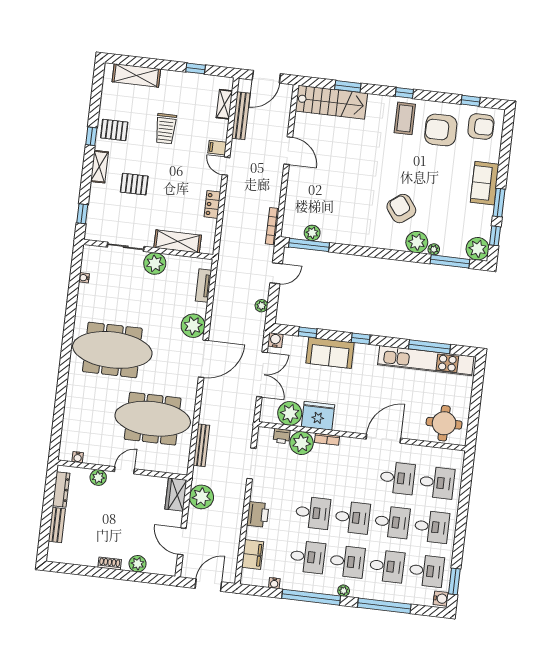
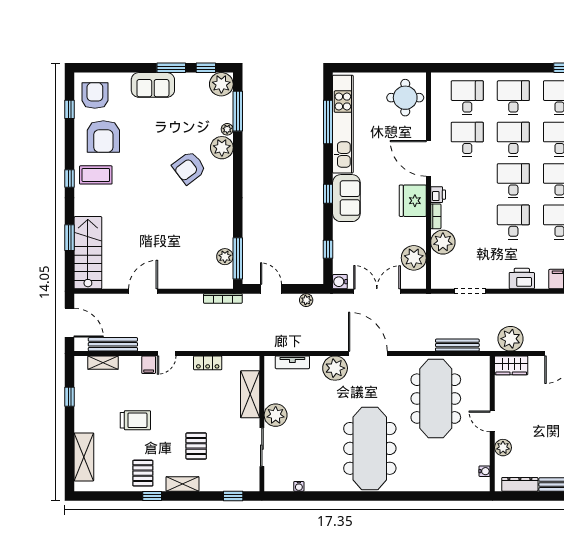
sofa: (330, 353) -> (346, 198), moved
fridge: (318, 416) -> (413, 201), moved
printer: (282, 436) -> (438, 195), moved

